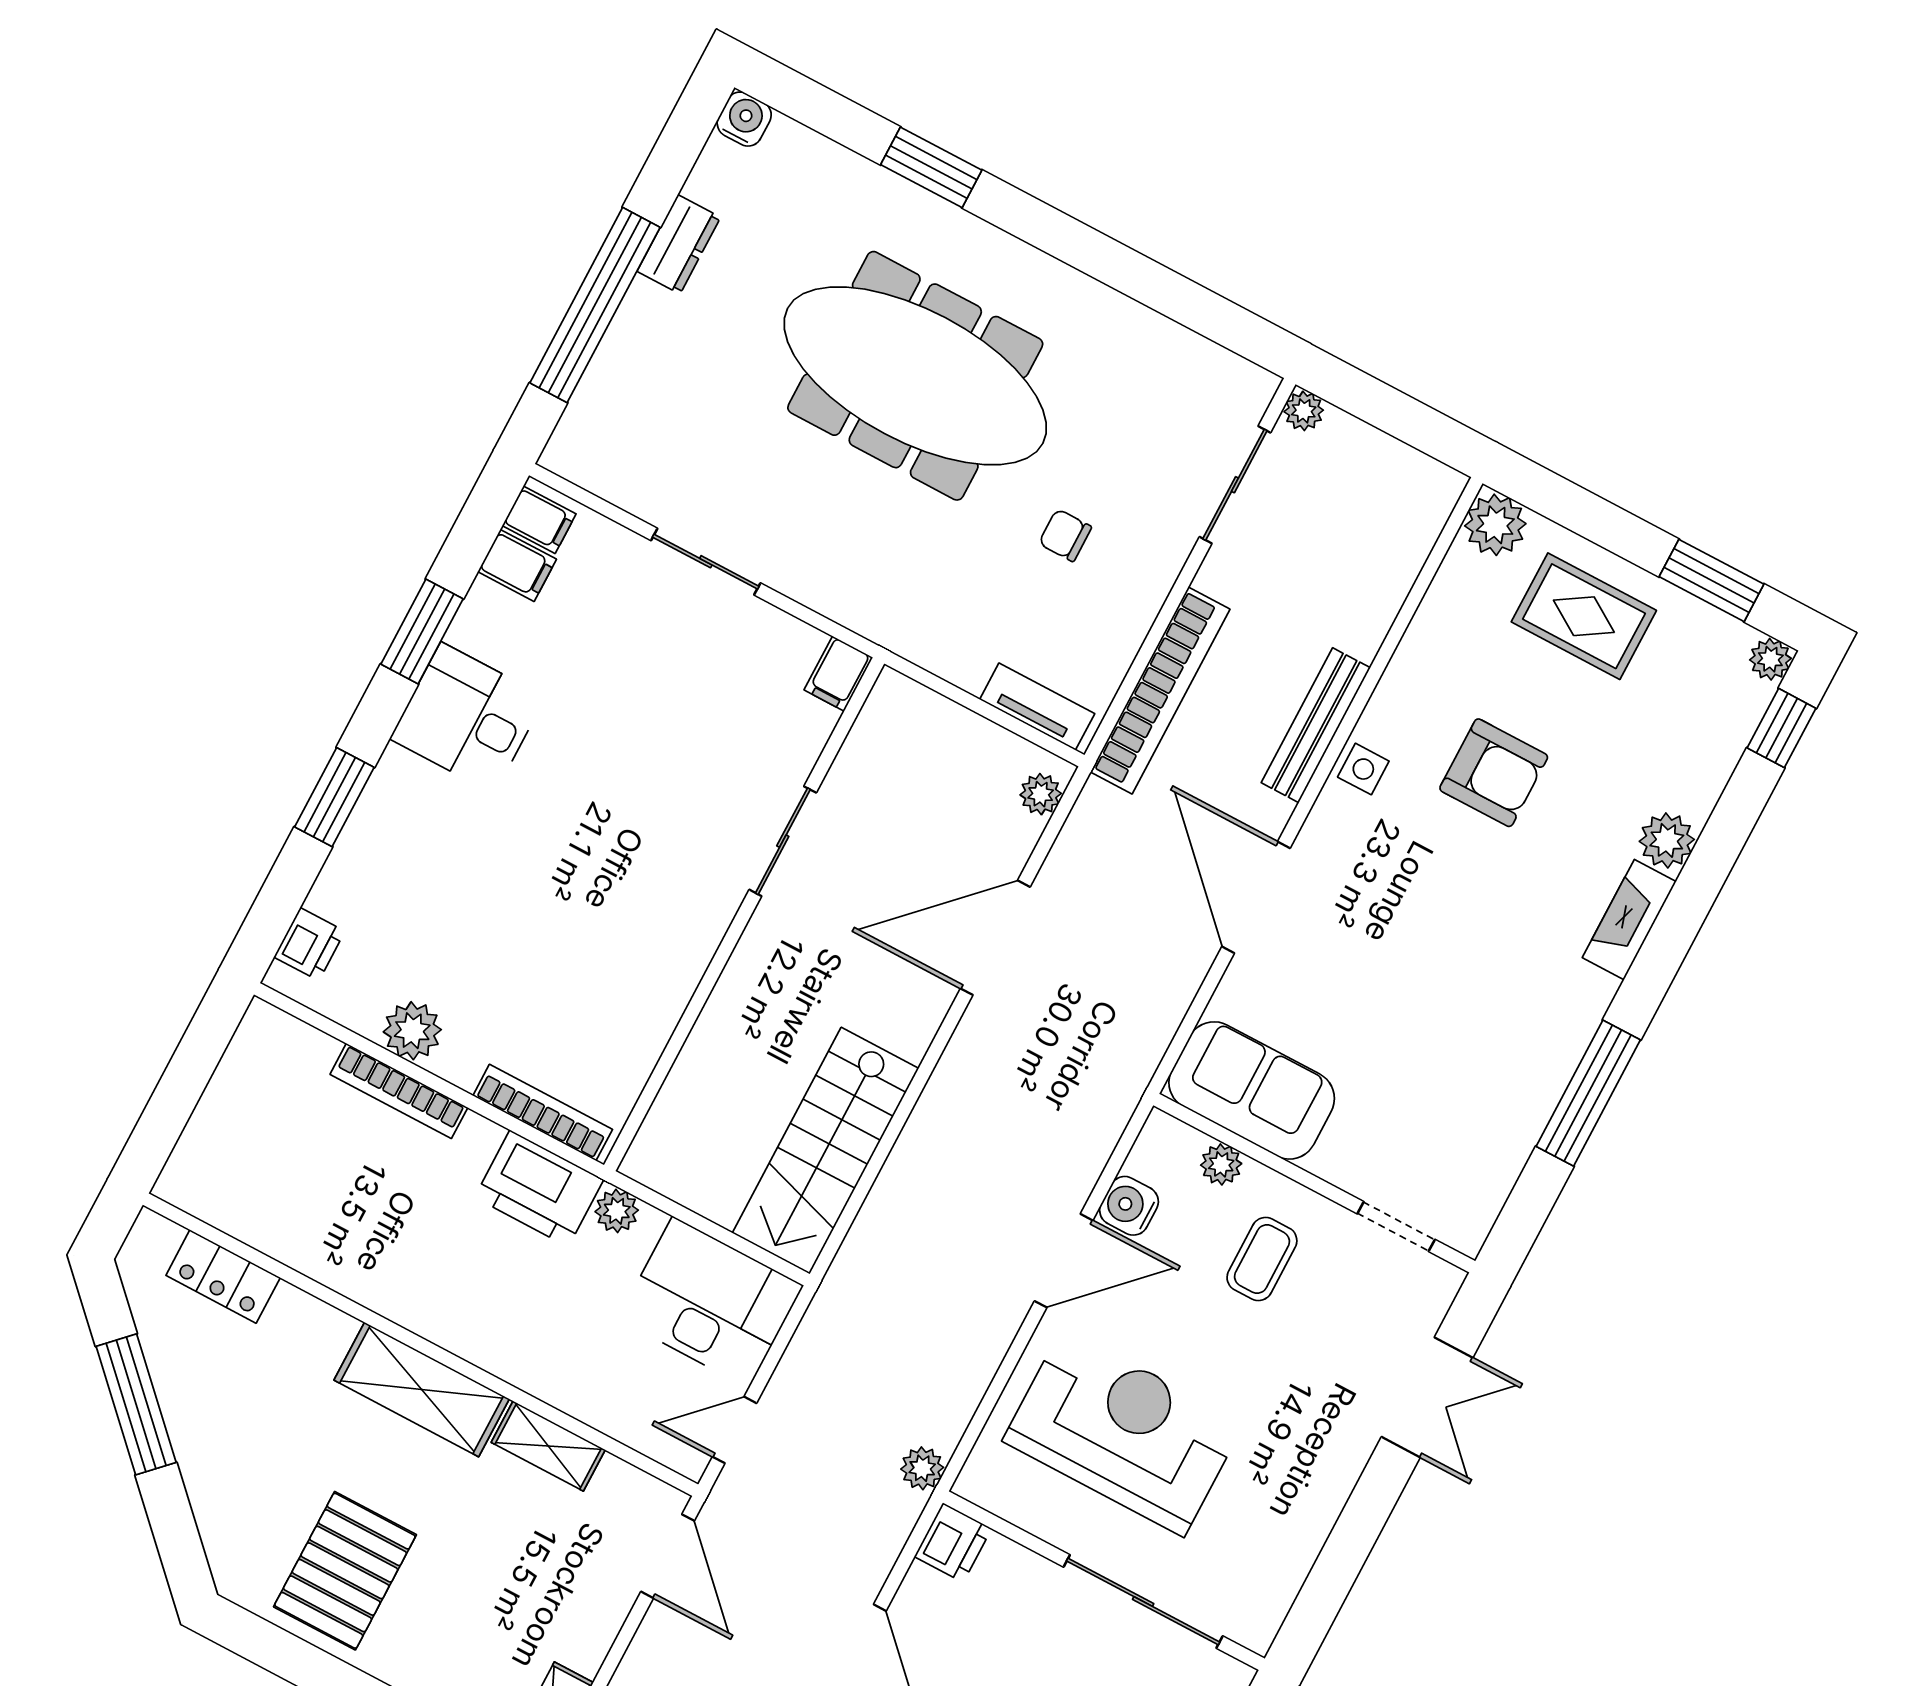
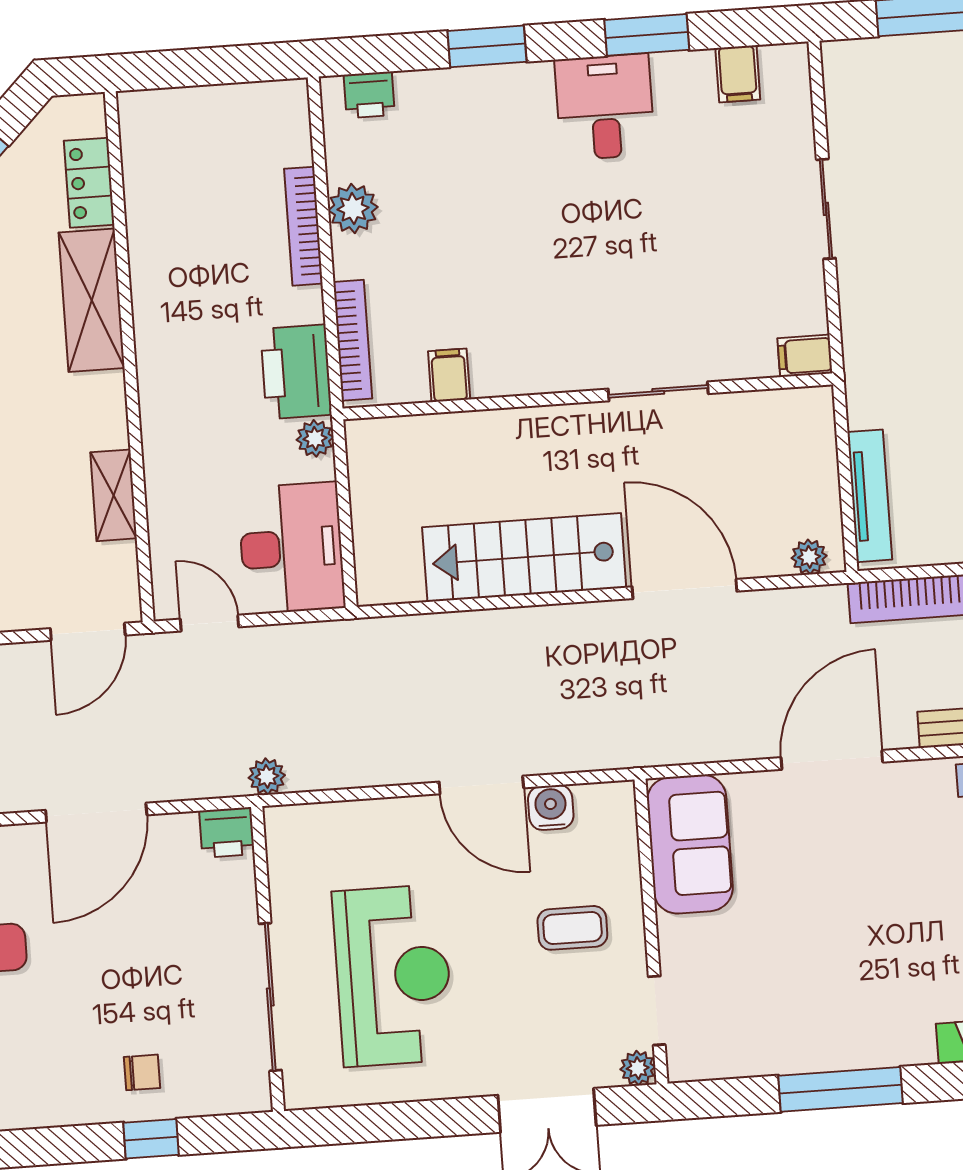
filing cabinet: (539, 520) -> (449, 375), moved, turned 180
tv unit: (1037, 706) -> (870, 496), width x1.41
stairs: (826, 1151) -> (524, 557), moved
plant: (1221, 1164) -> (638, 1068), moved
shelving: (422, 1390) -> (92, 300), moved
reception desk: (1123, 1432) -> (393, 976), moved

